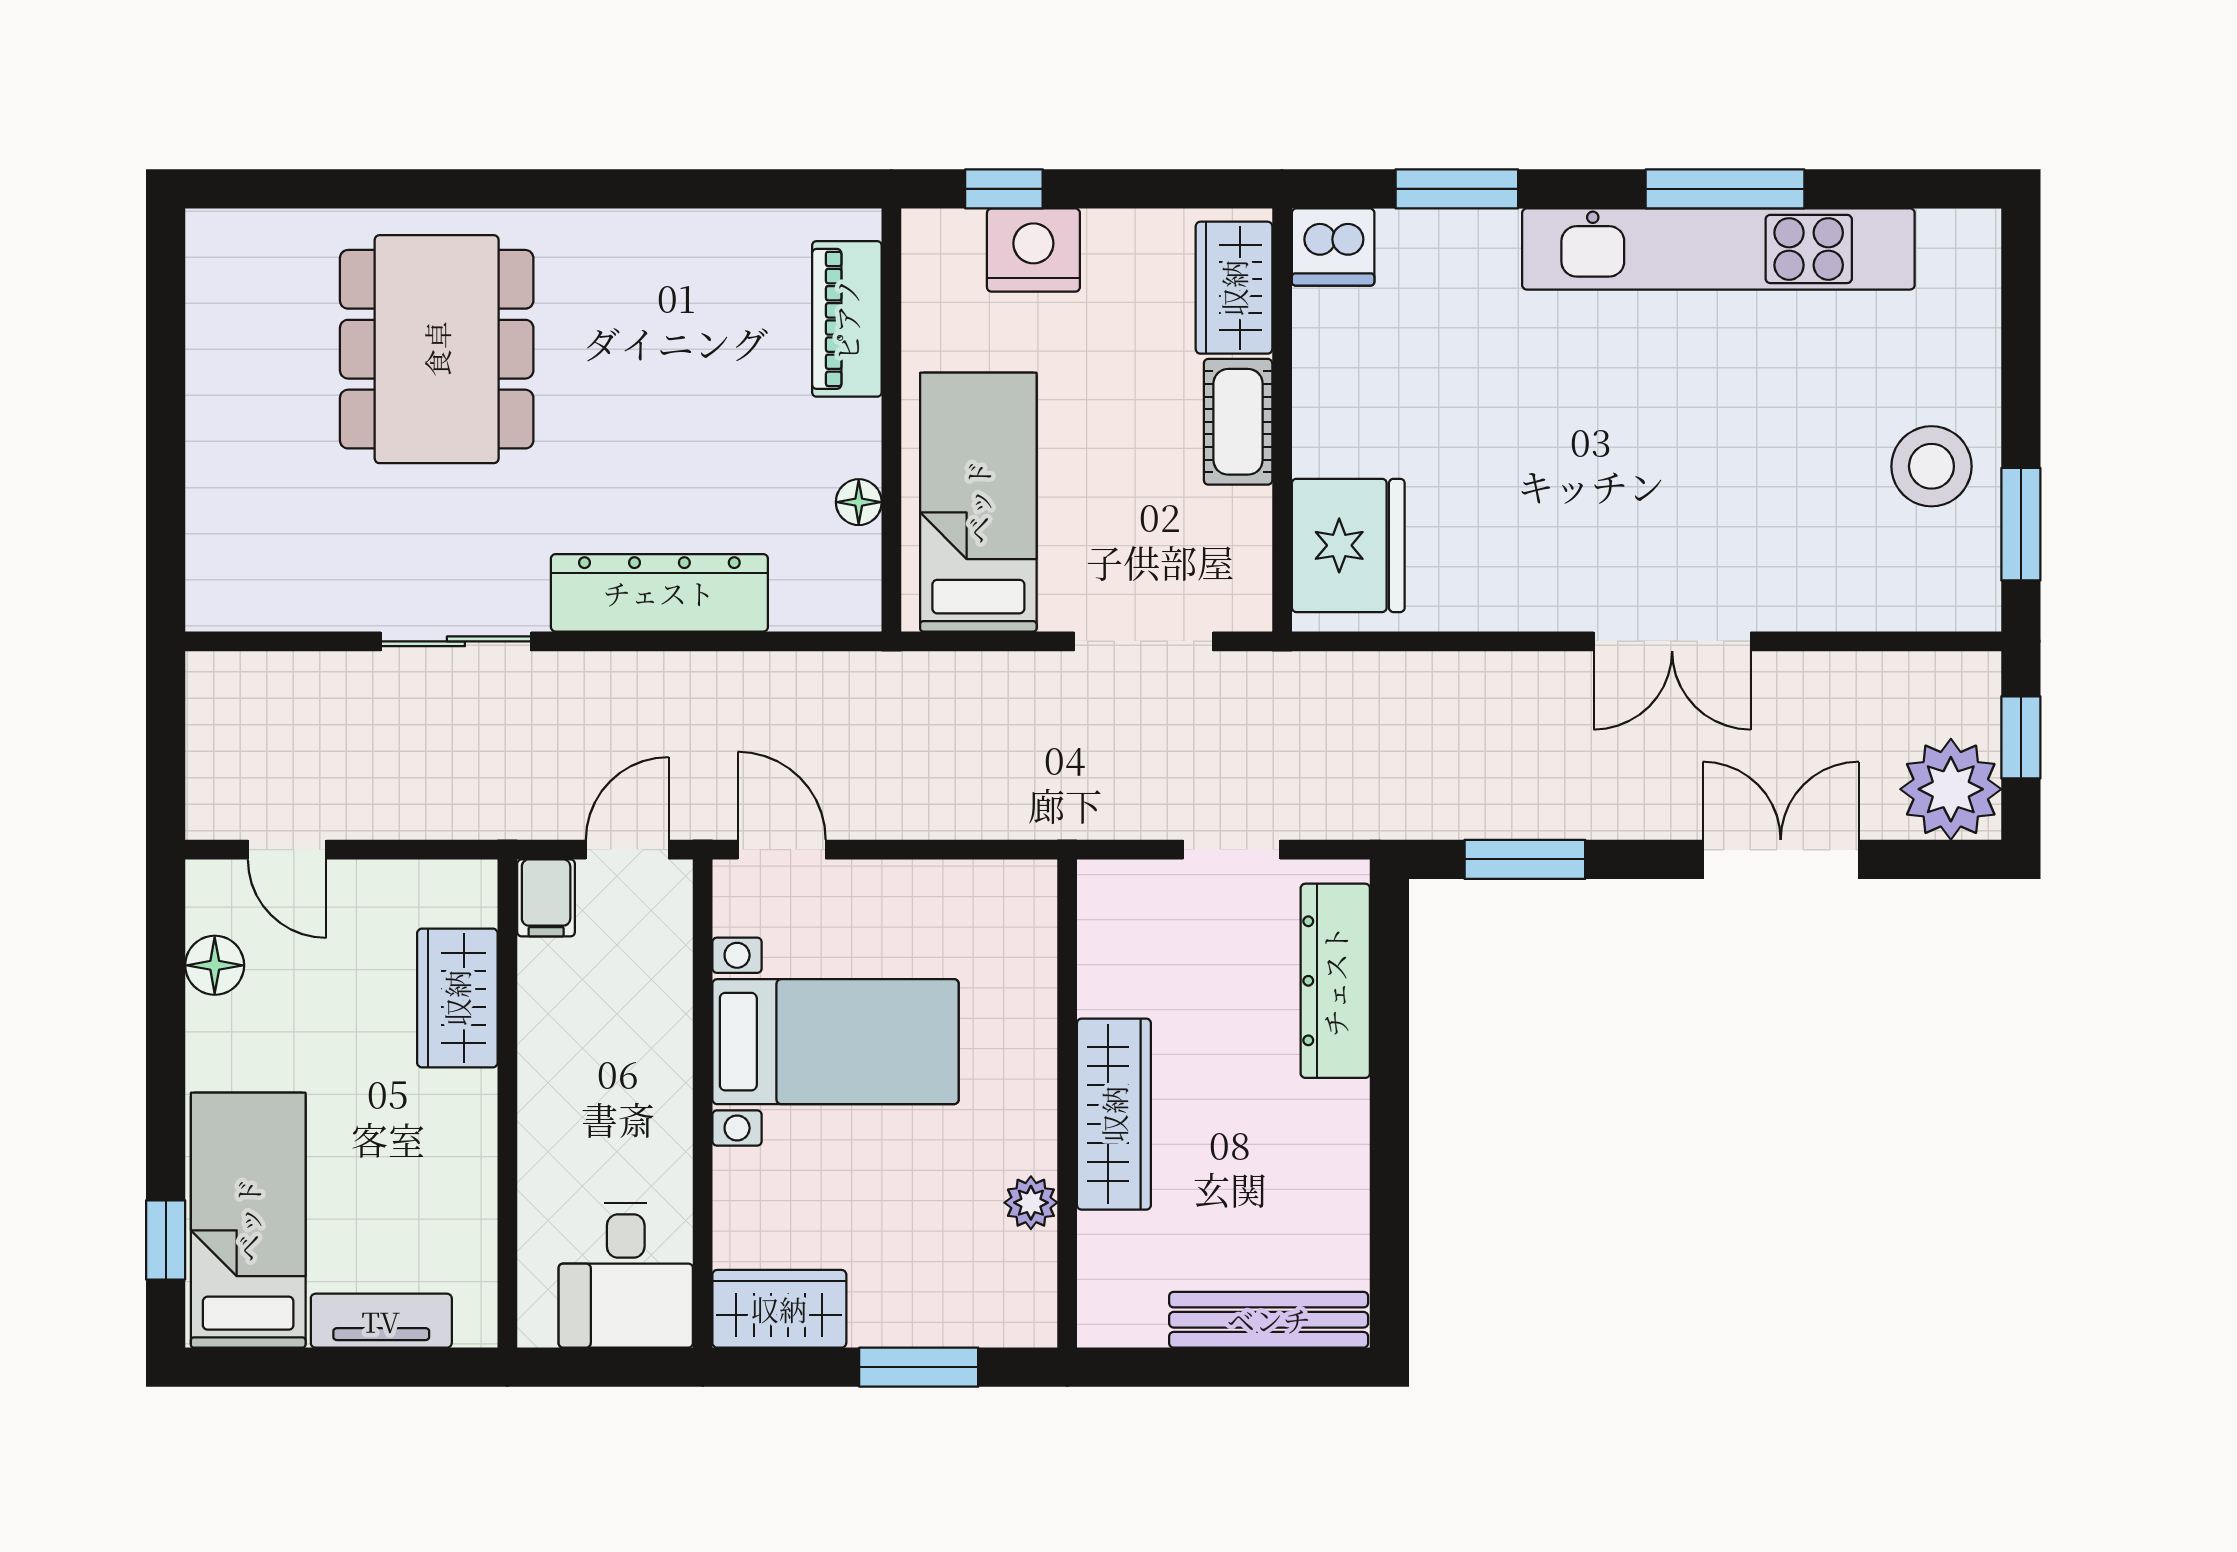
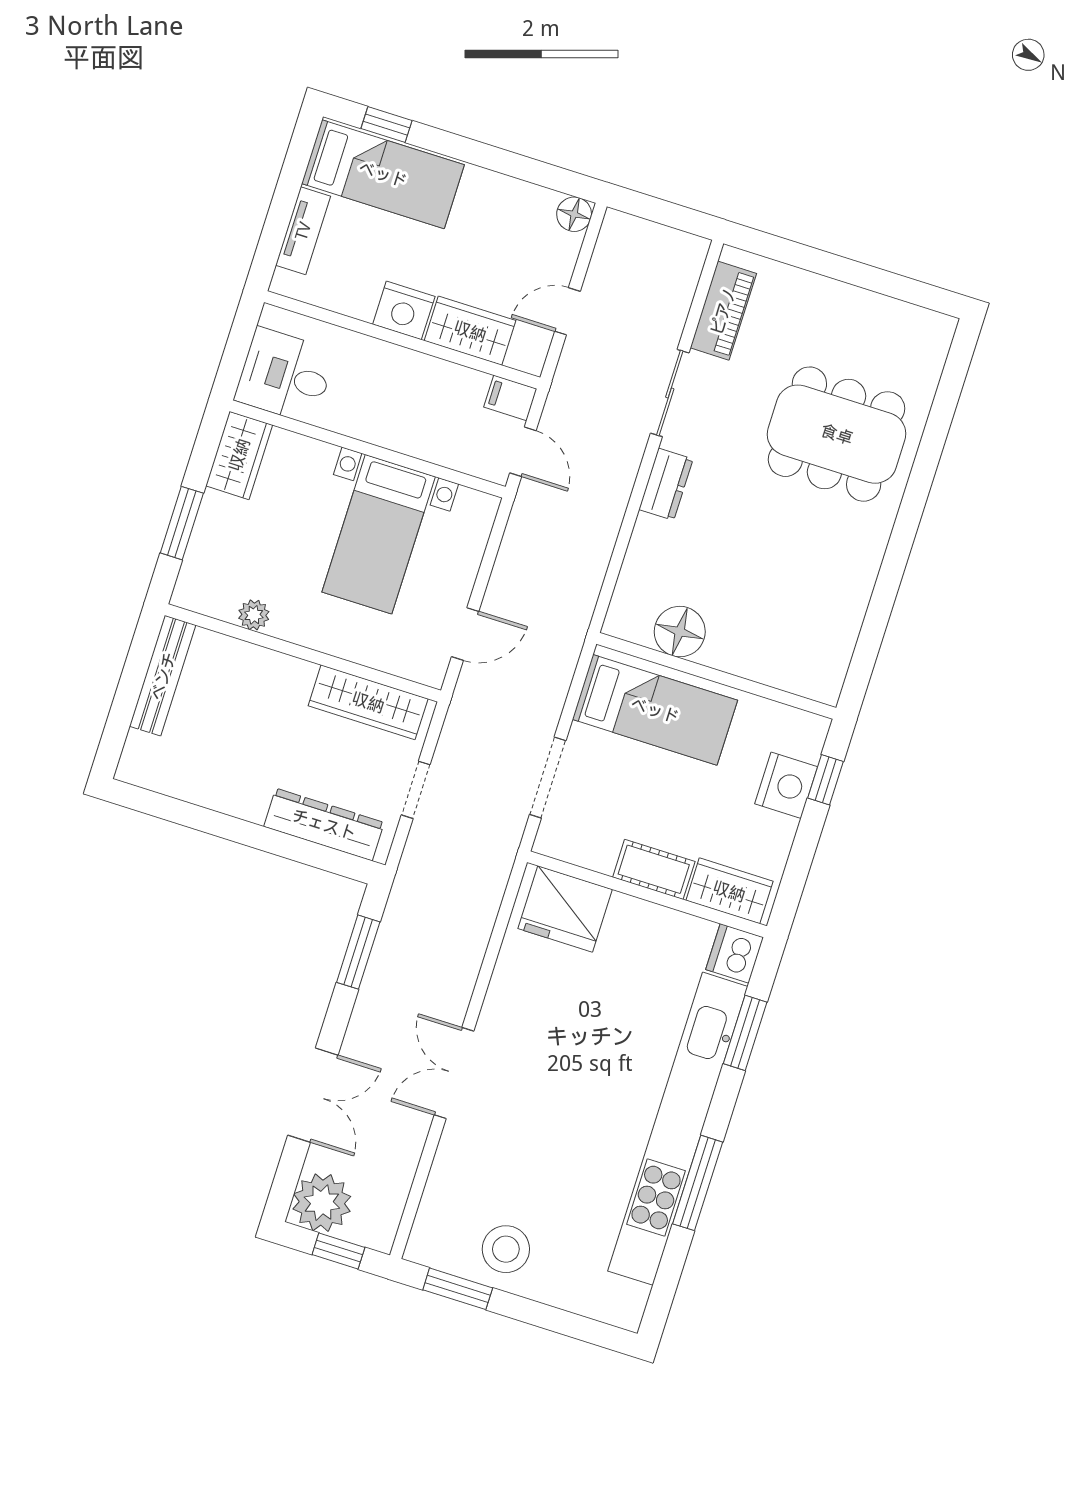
kitchen unit: (1718, 249) -> (678, 1129), width x1.36
piano: (847, 319) -> (723, 311), moved, turned 90
floor lamp: (859, 502) -> (680, 632), width x1.89, depth x1.89
dresser: (659, 593) -> (666, 484), width x0.51, depth x0.80
door: (287, 850) -> (567, 311), moved
door: (782, 850) -> (465, 634), moved
floor lamp: (215, 965) -> (574, 214), moved
wardrobe: (1114, 1114) -> (368, 702), moved
nightstand: (459, 1116) -> (404, 310), added
bench: (1269, 1320) -> (163, 676), moved

